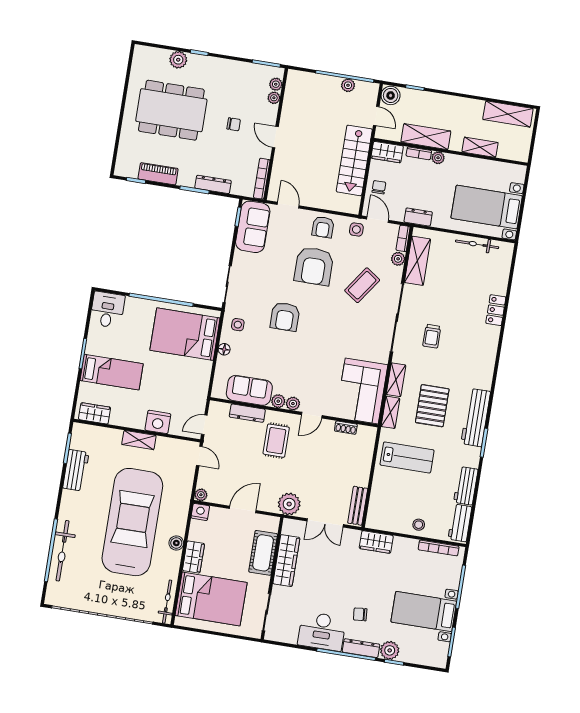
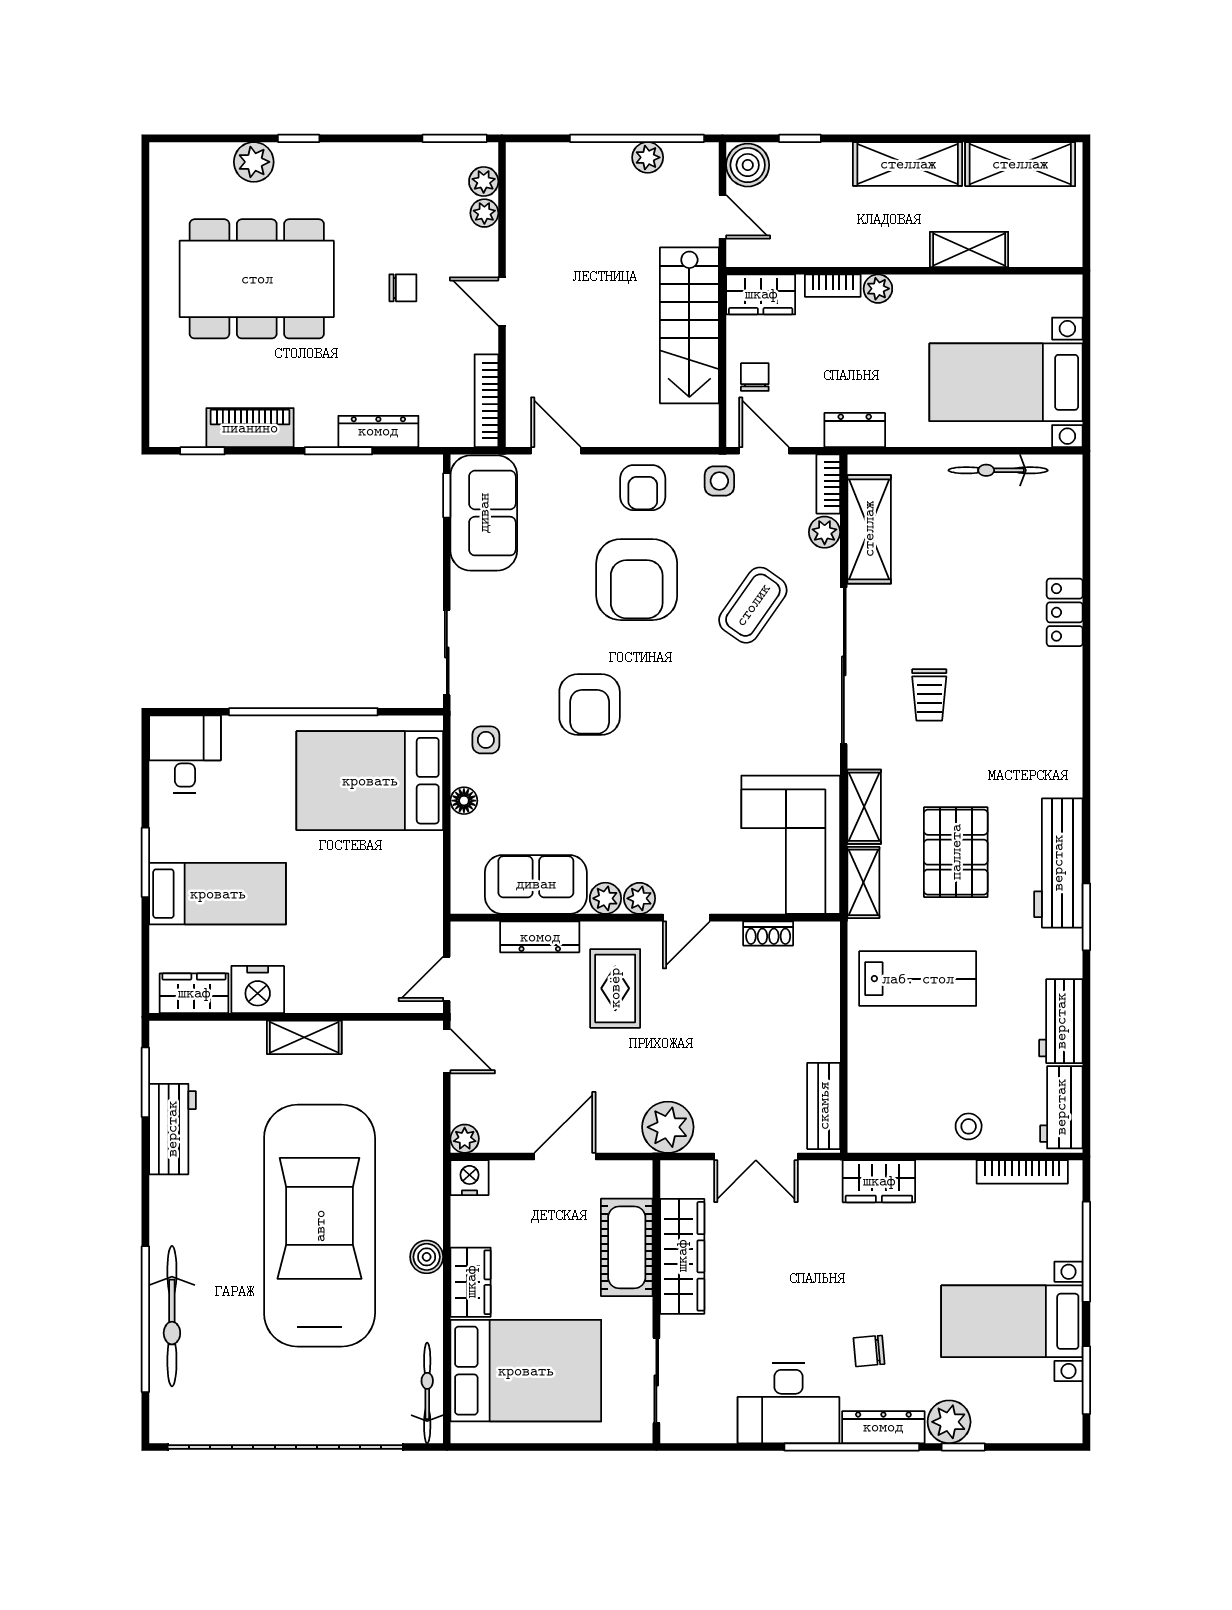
shelving: (426, 137) -> (908, 164), moved
nightstand: (158, 422) -> (258, 990), moved

